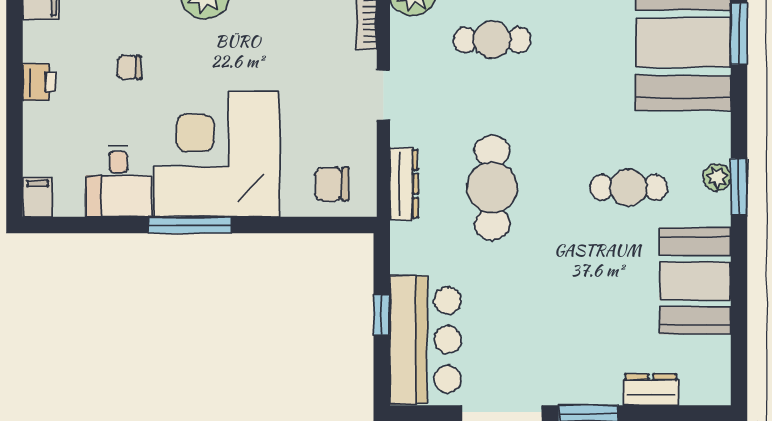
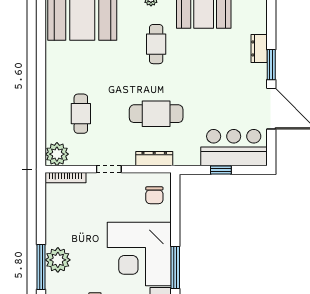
dresser: (651, 390) -> (259, 48), moved

